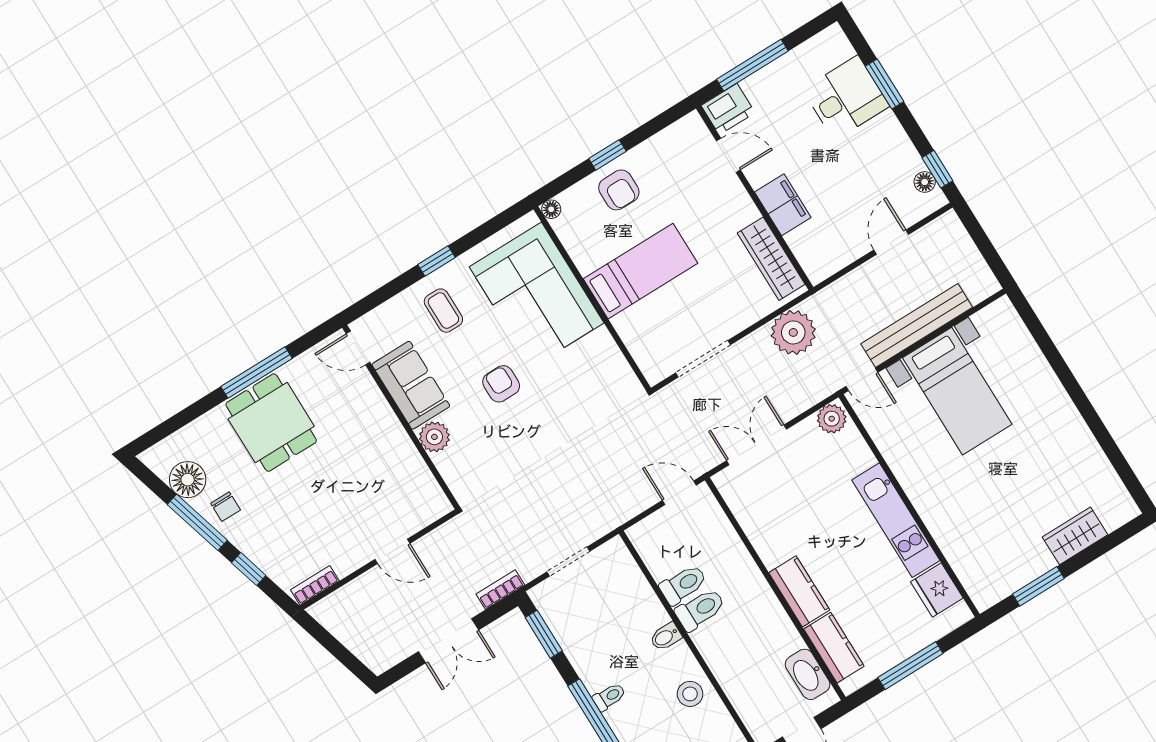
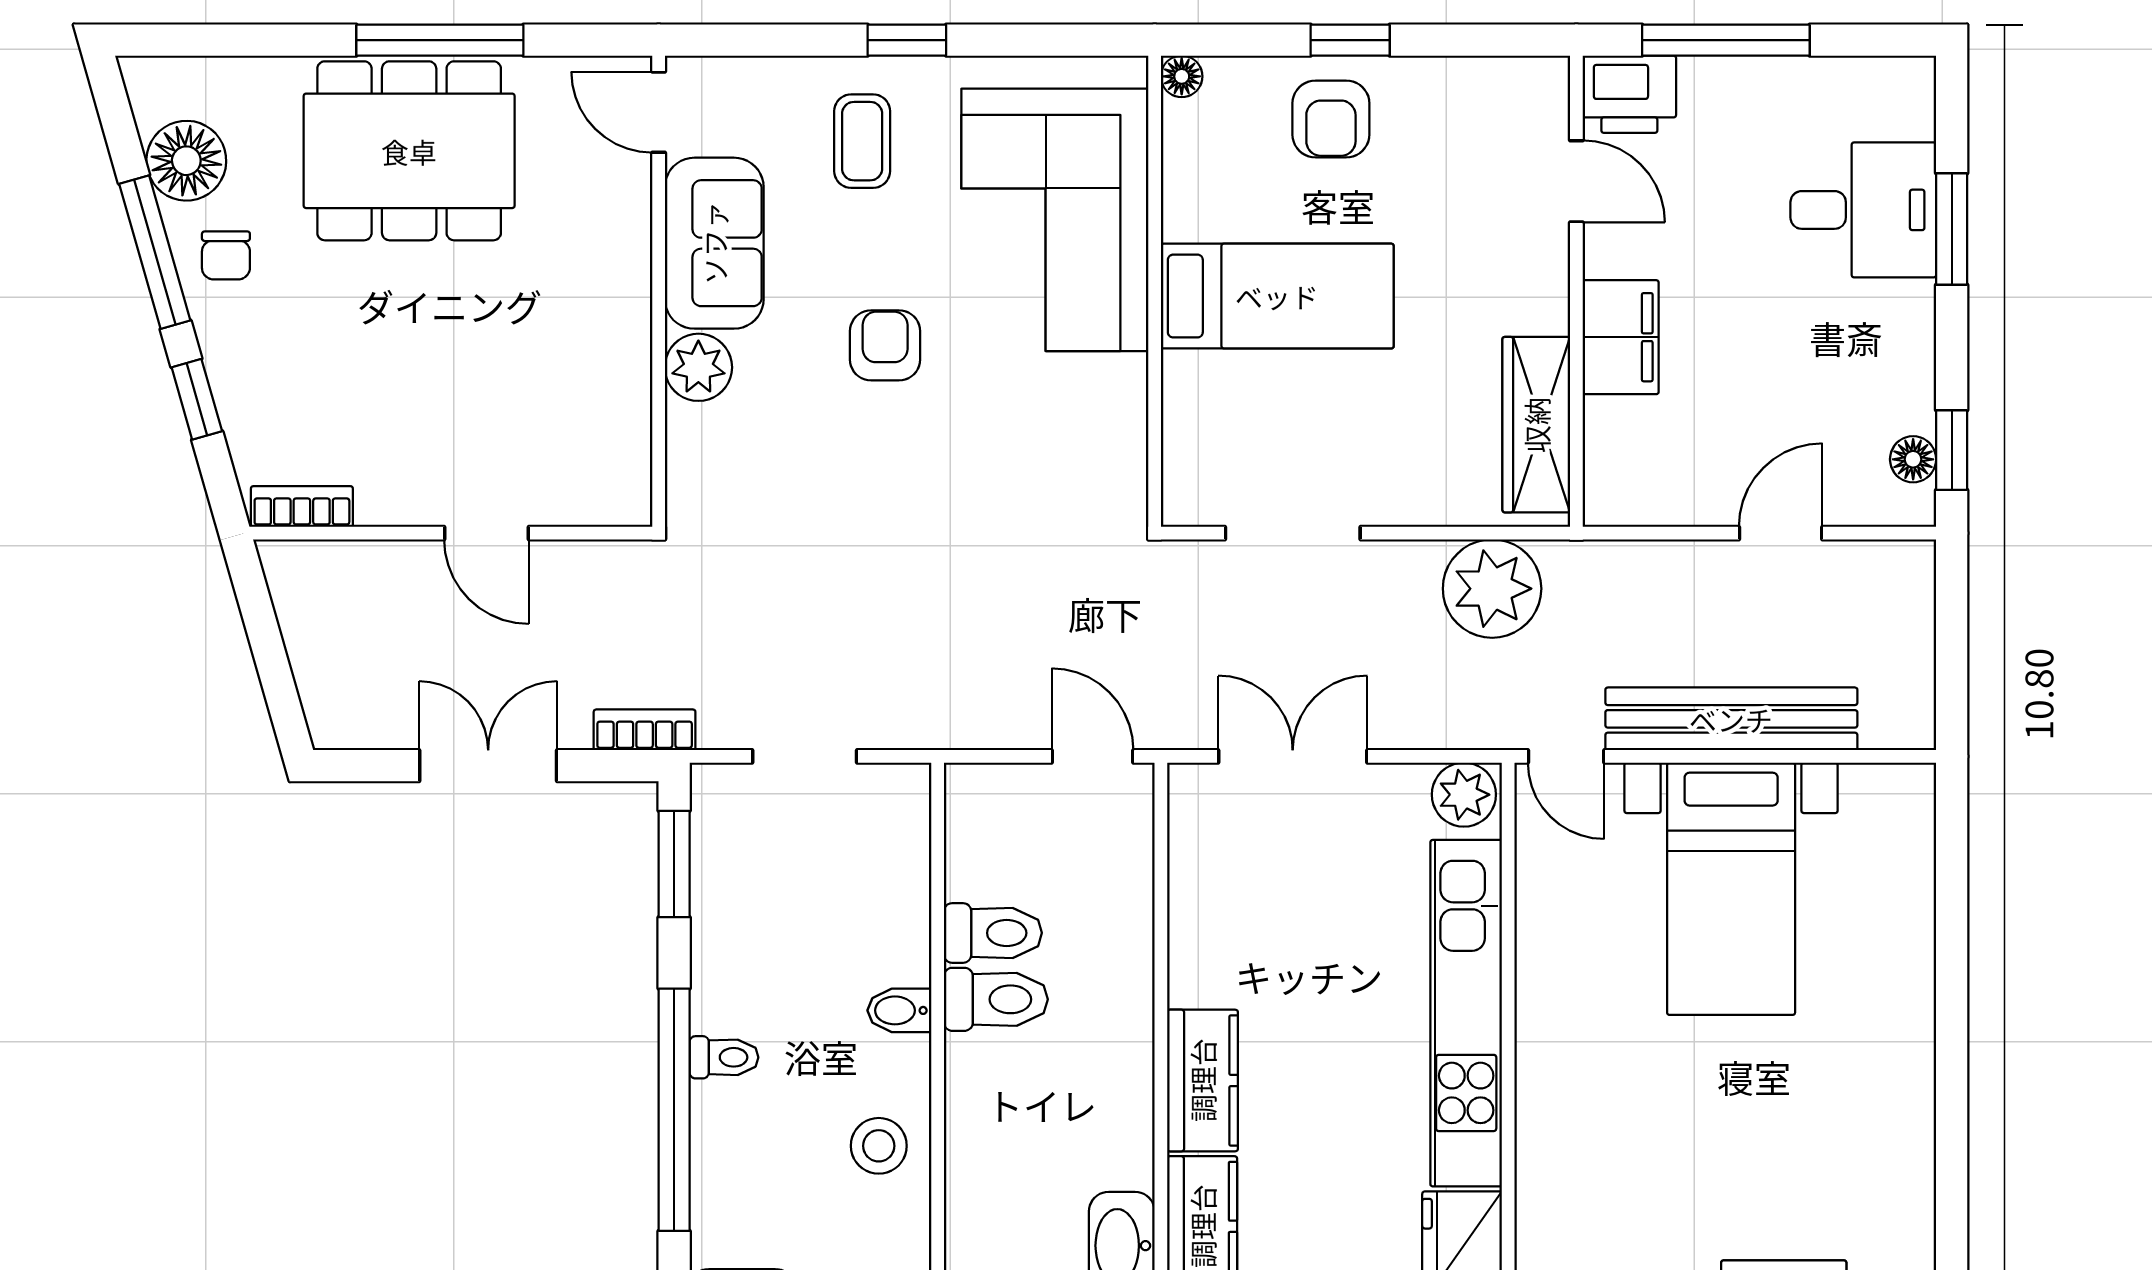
dining table: (271, 423) -> (409, 151), width x1.38
kitchen unit: (896, 520) -> (1466, 1013), width x1.36
double door: (449, 641) -> (488, 766), swing flipped

